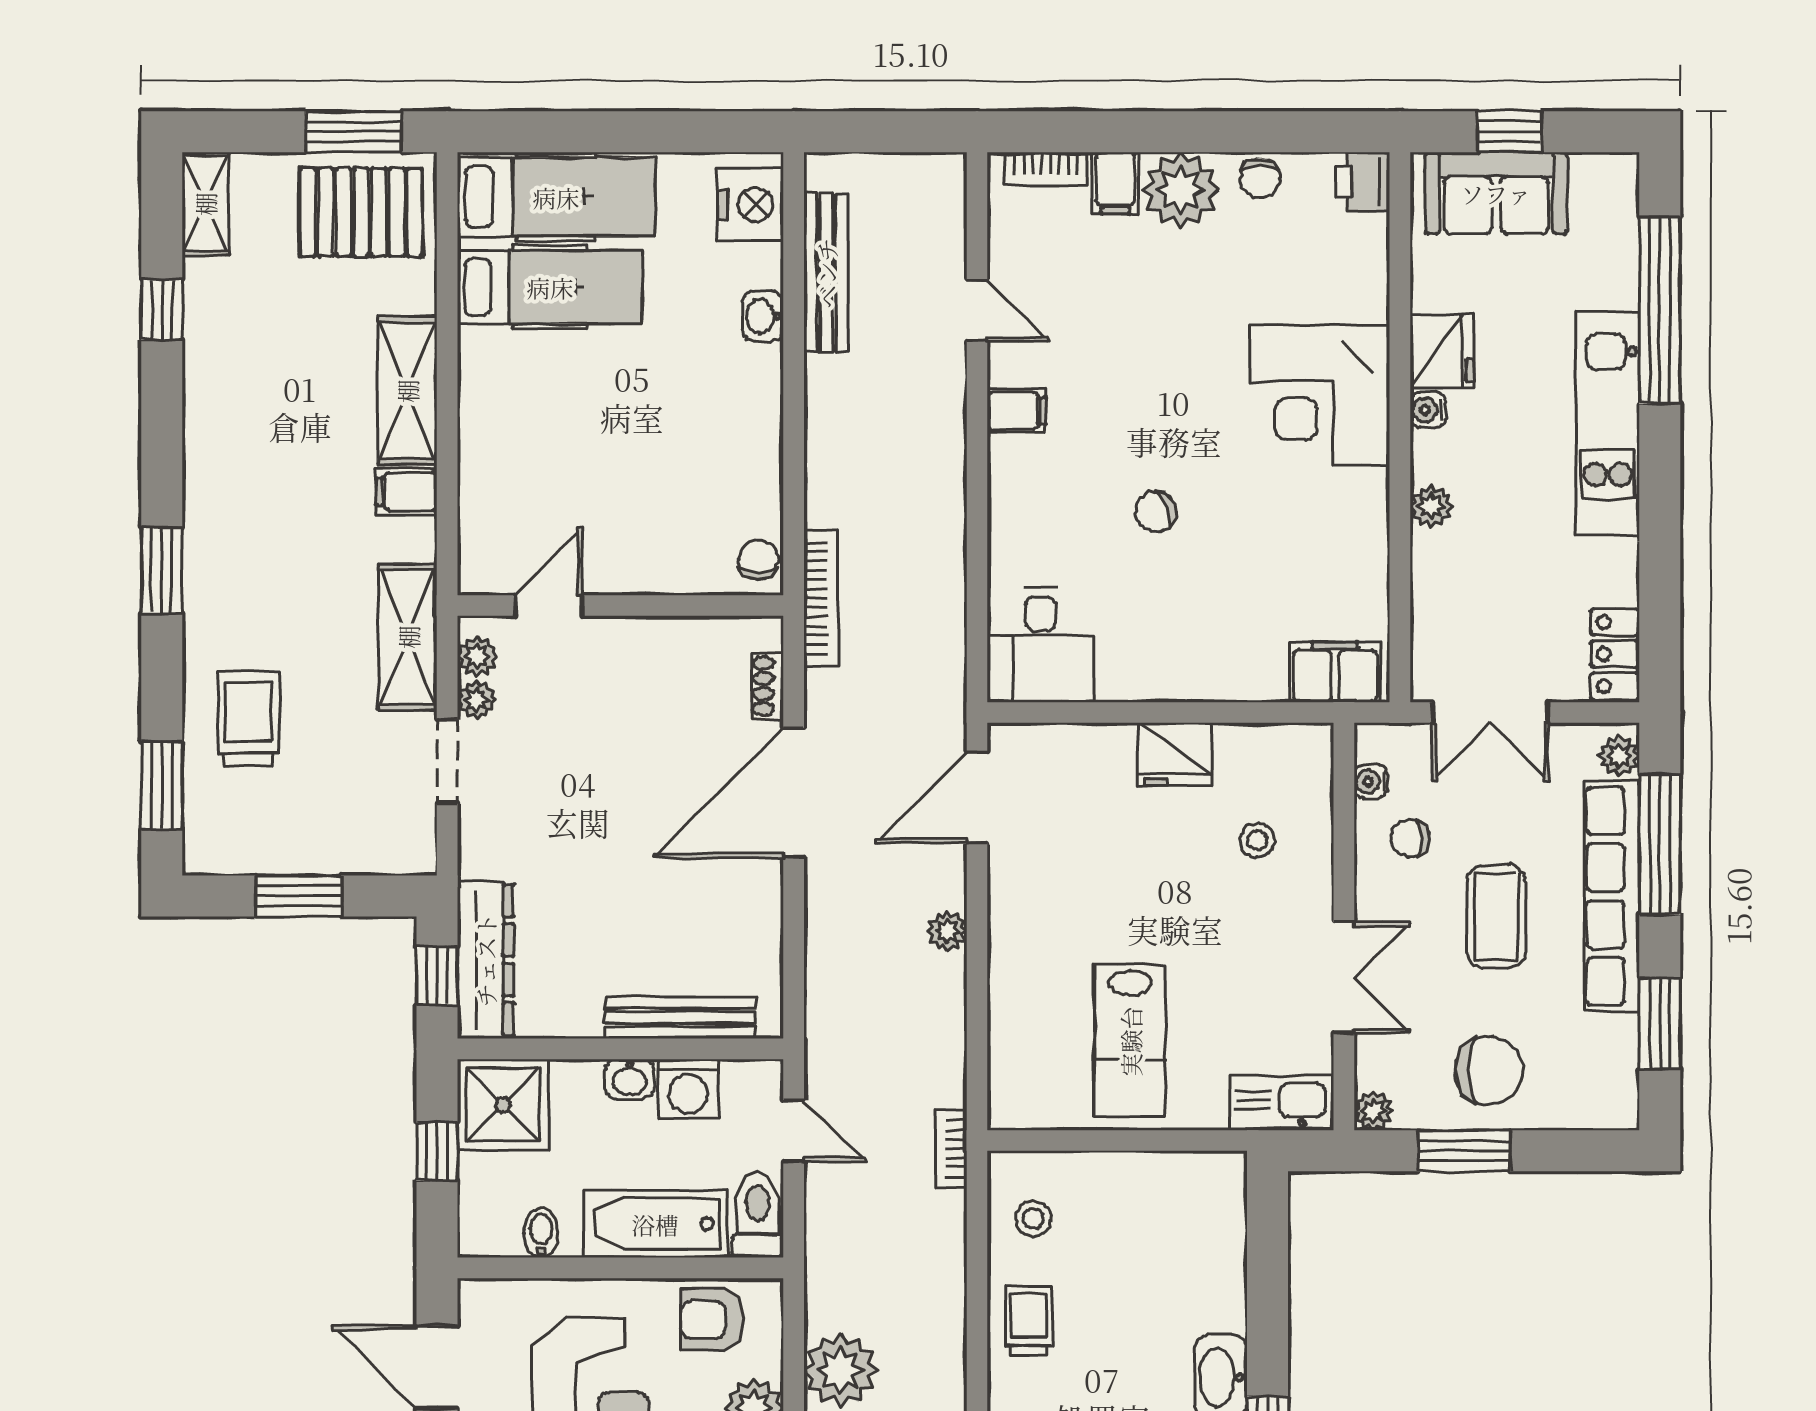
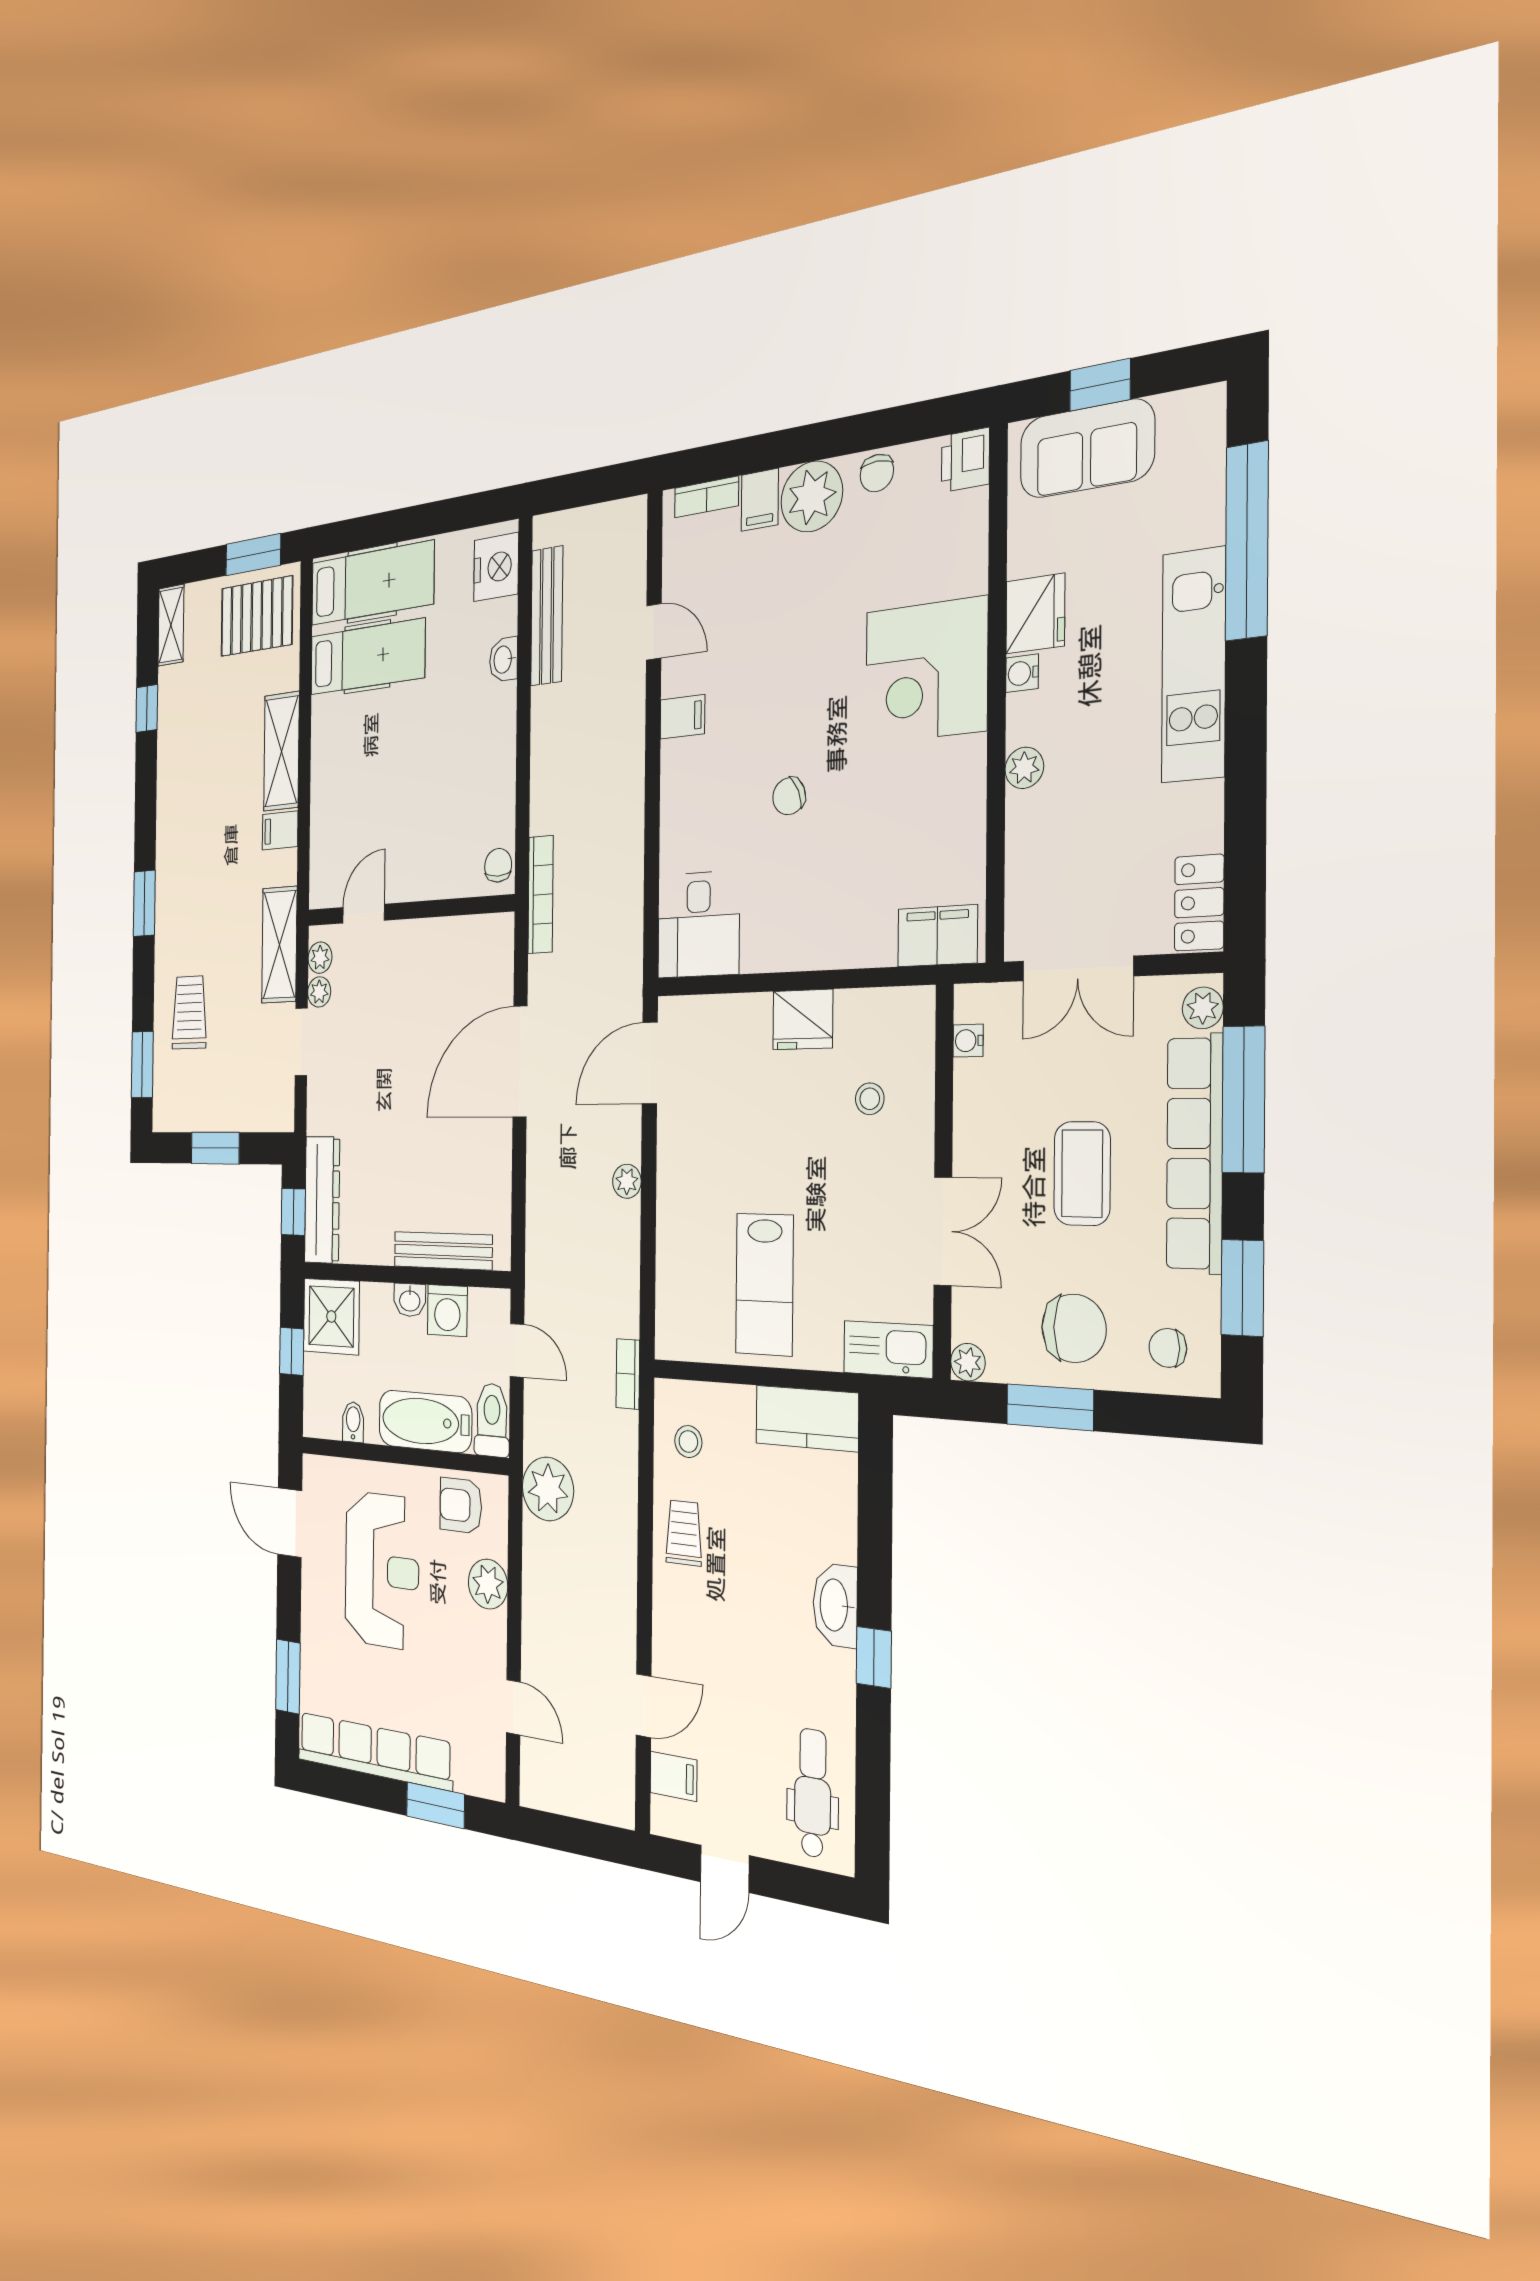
shoe rack: (767, 686) -> (503, 972), removed
chair: (1410, 838) -> (1168, 1348), moved
kitchen counter: (1184, 1182) -> (807, 1418), added
plant: (841, 1370) -> (548, 1489), moved

